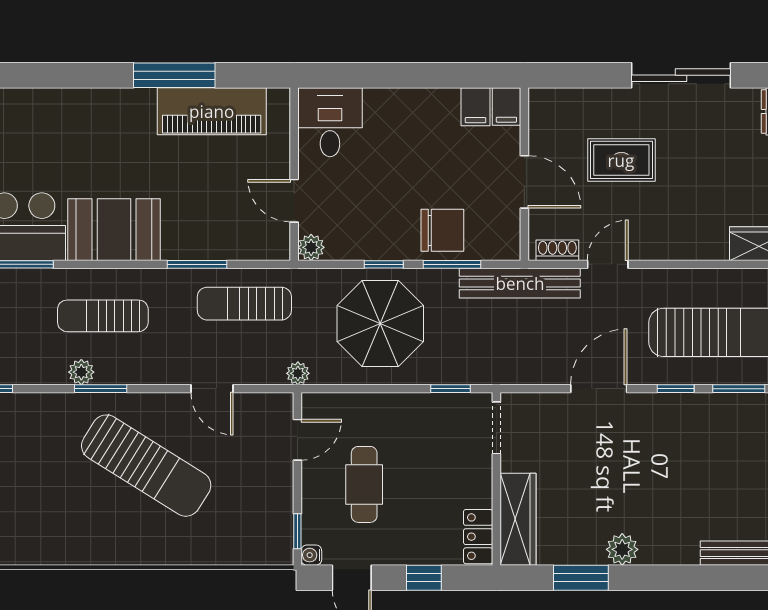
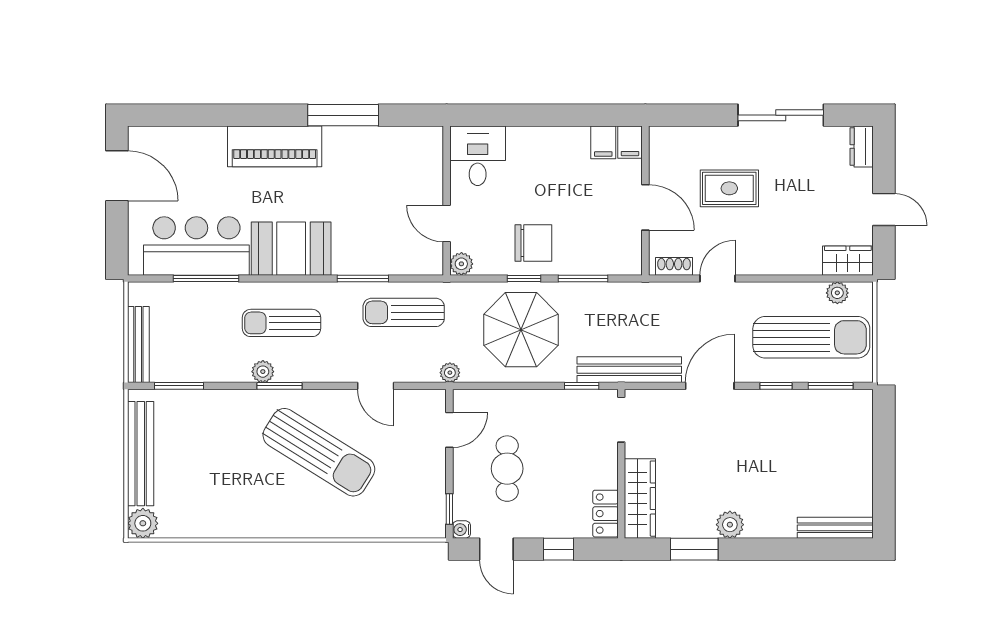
piano: (212, 111) -> (275, 146), moved
chair: (442, 230) -> (533, 243), moved
plant: (747, 281) -> (837, 293), added
bench: (520, 283) -> (629, 370), moved

